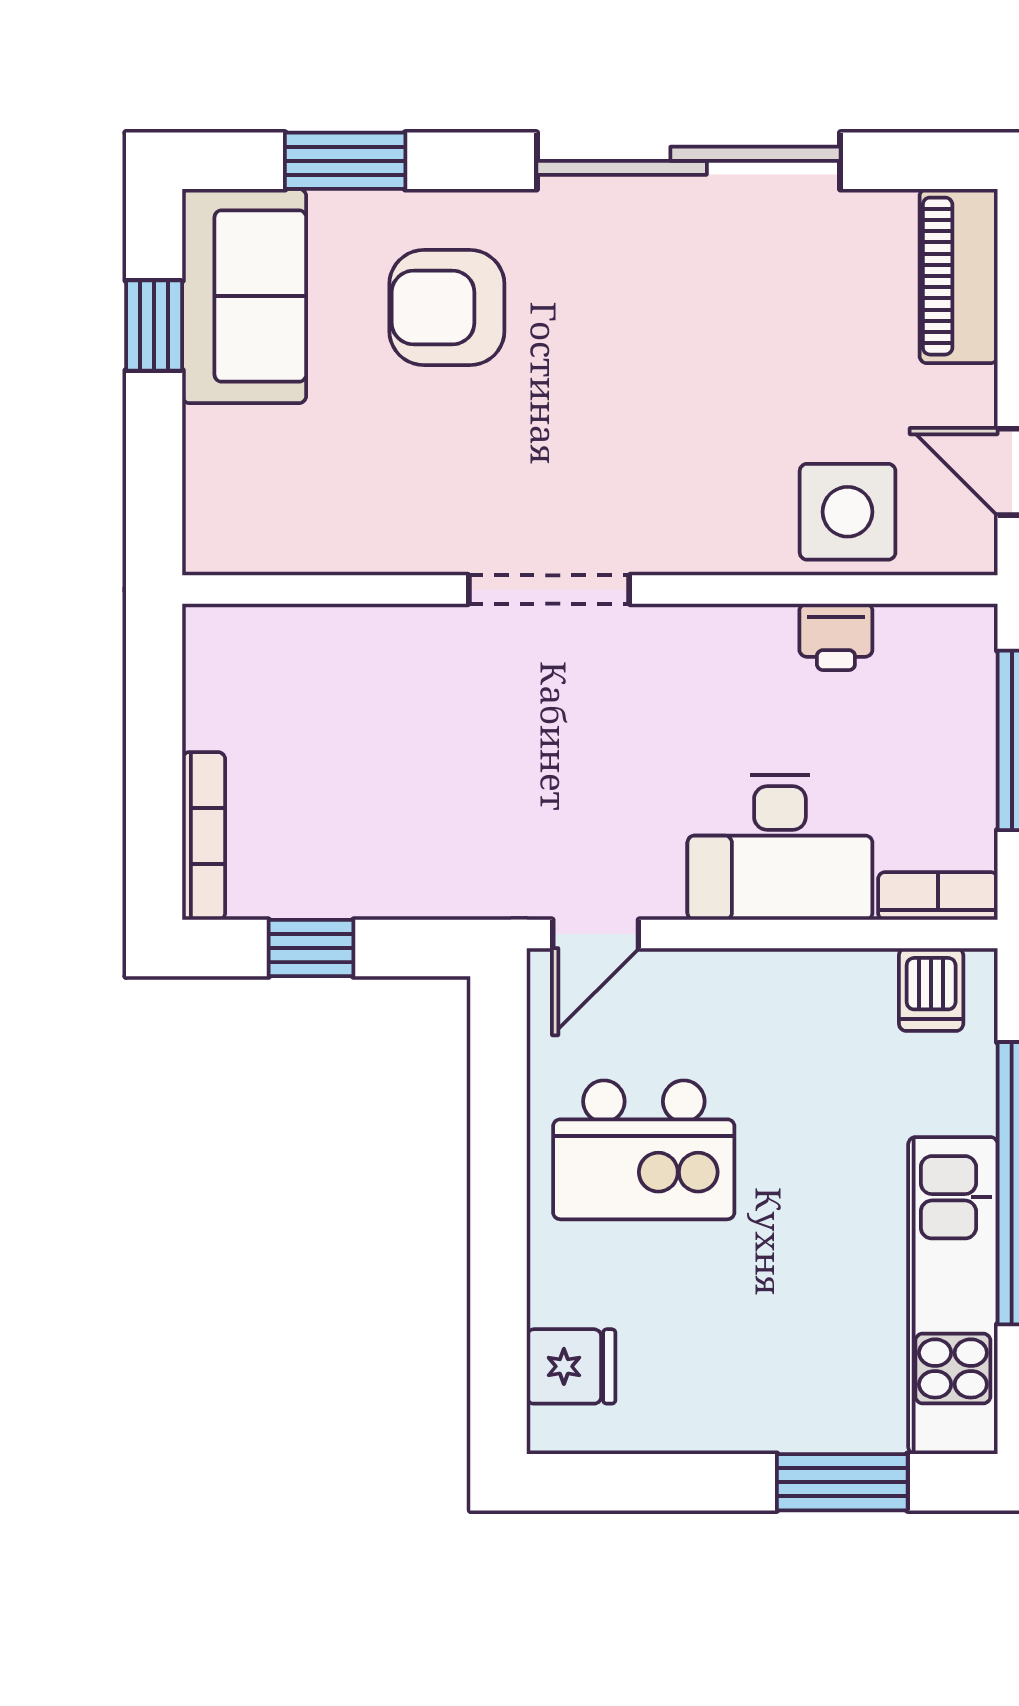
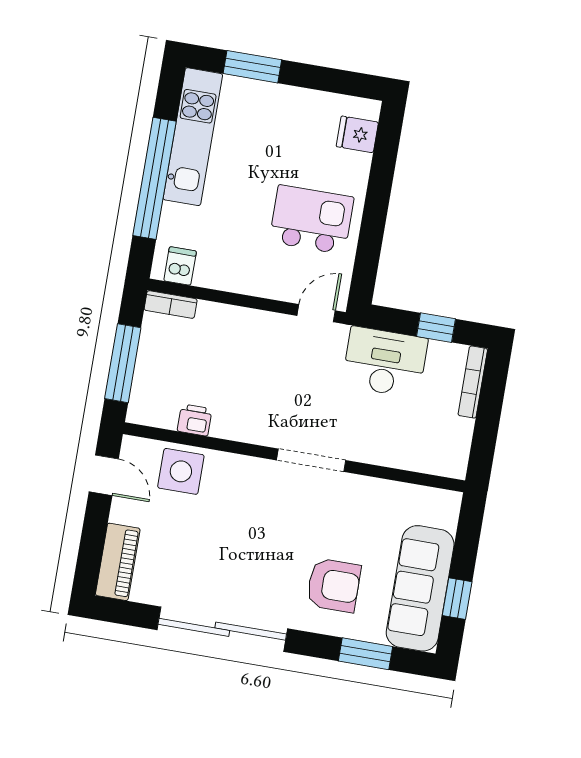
sofa: (244, 296) -> (420, 588), width x1.36
desk: (780, 847) -> (385, 362), moved

